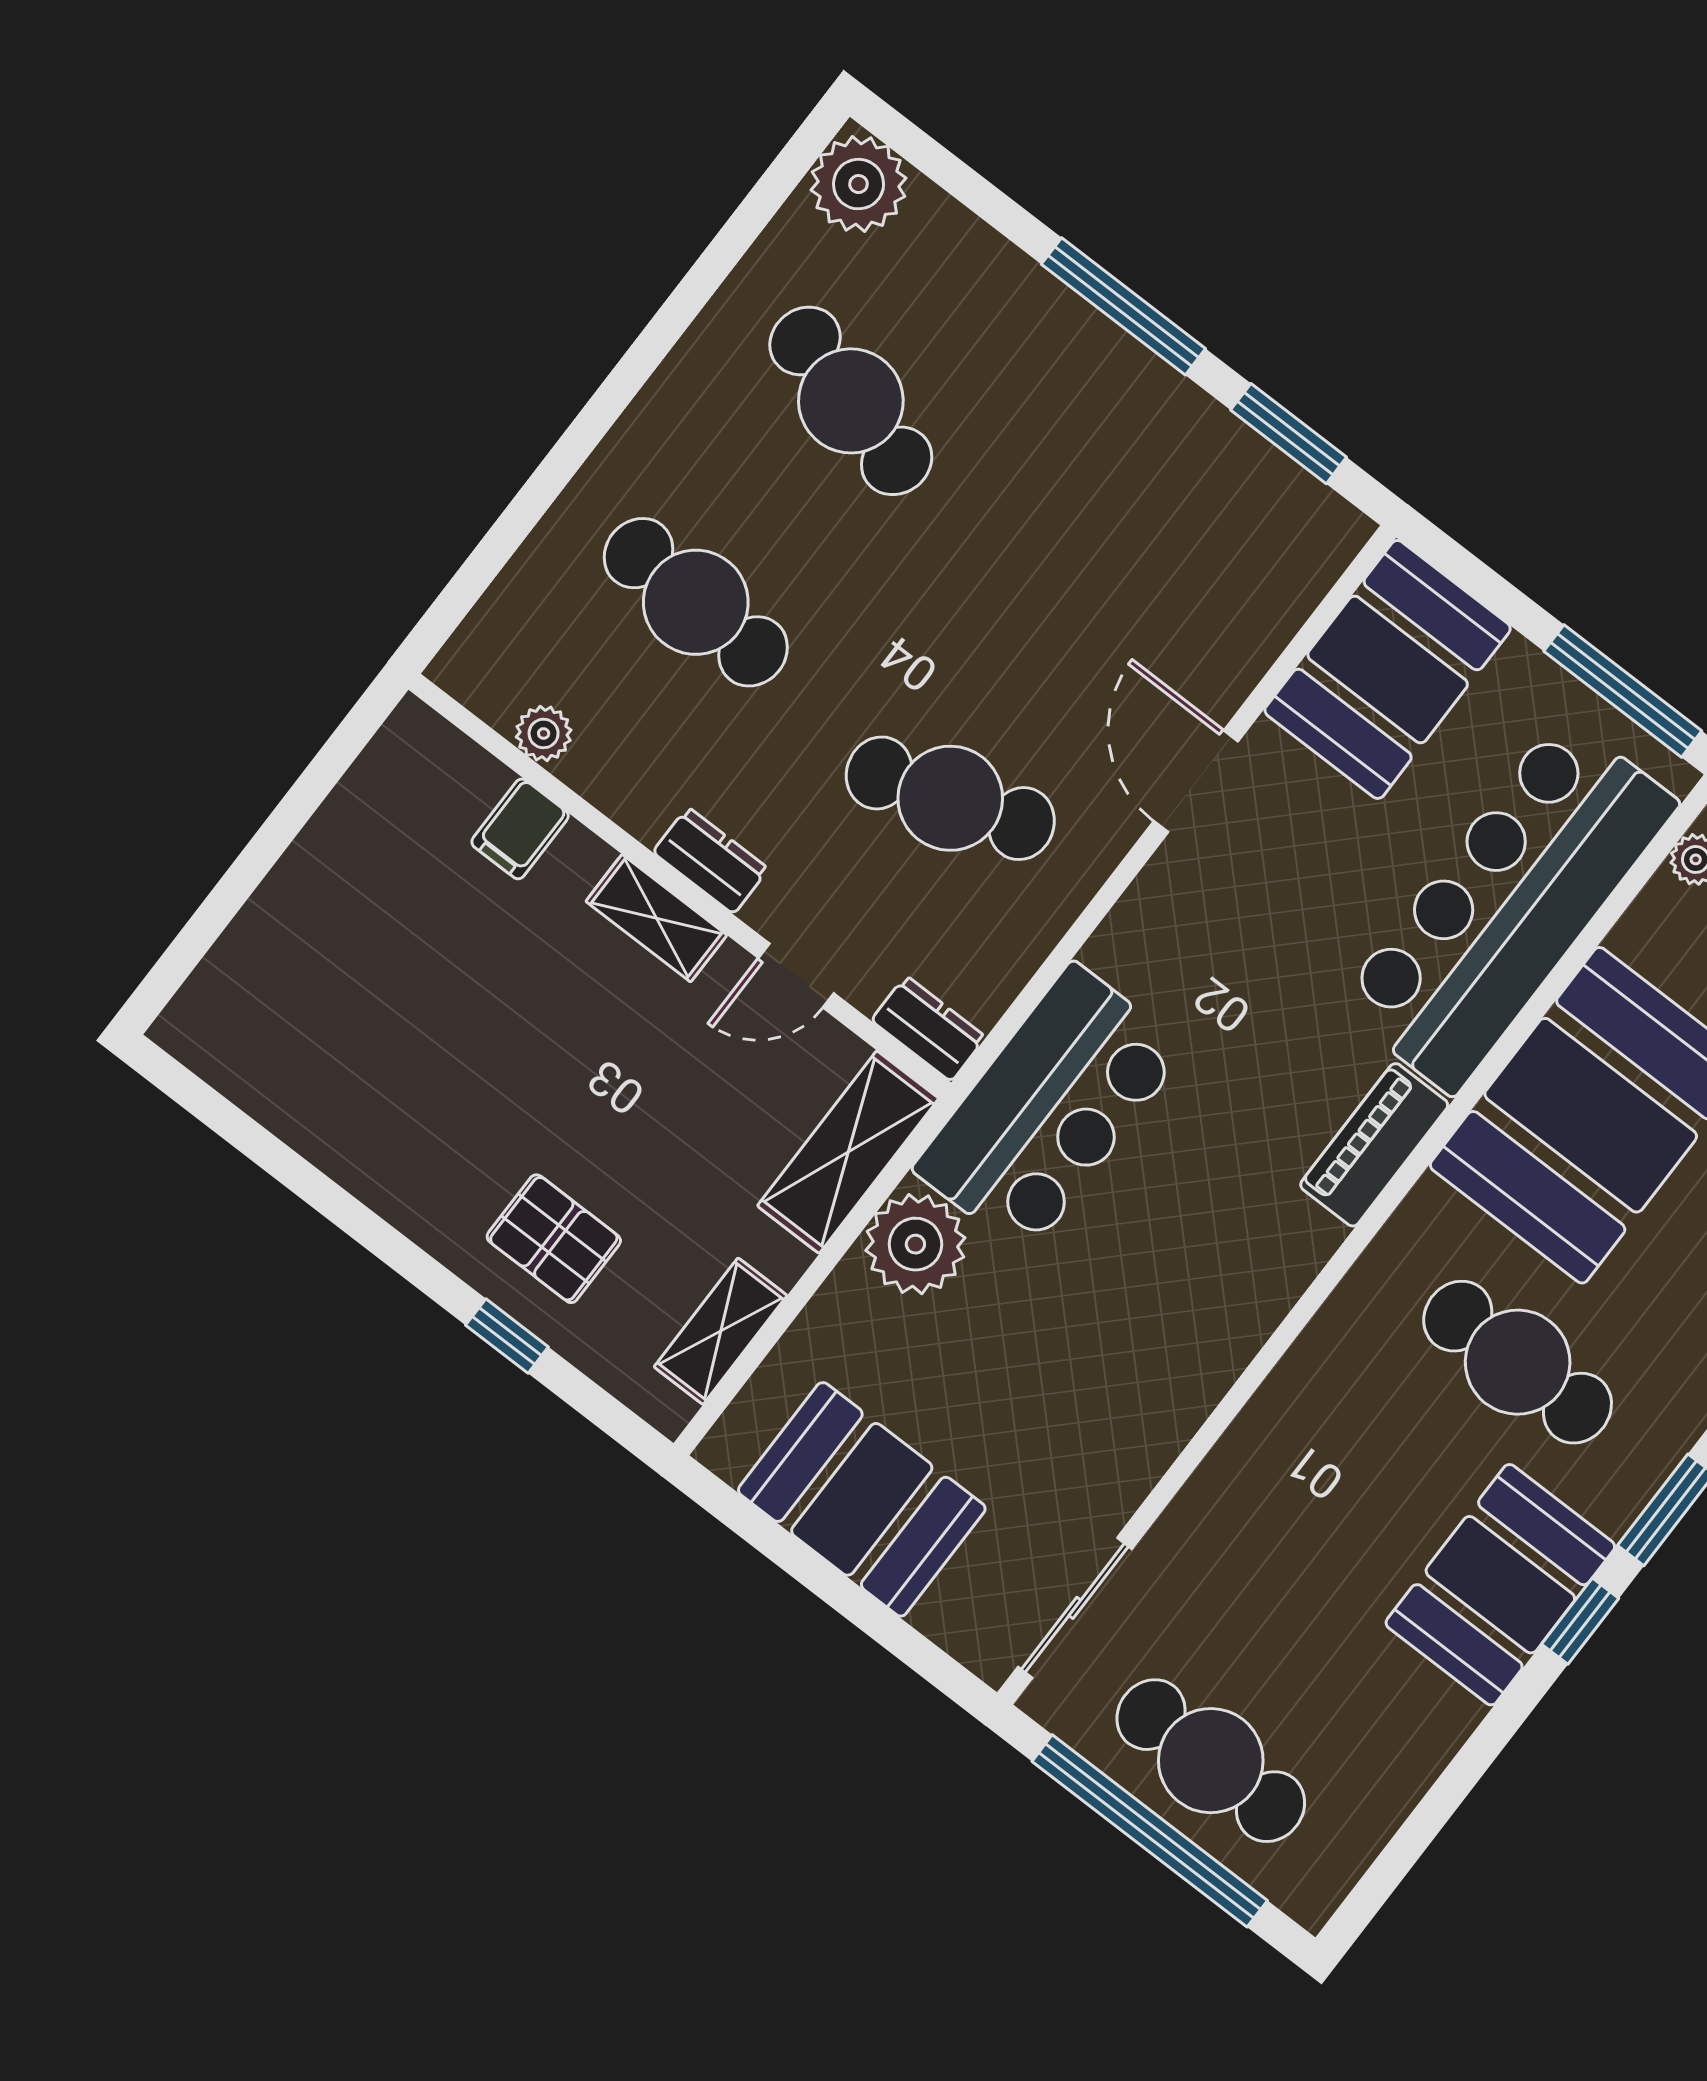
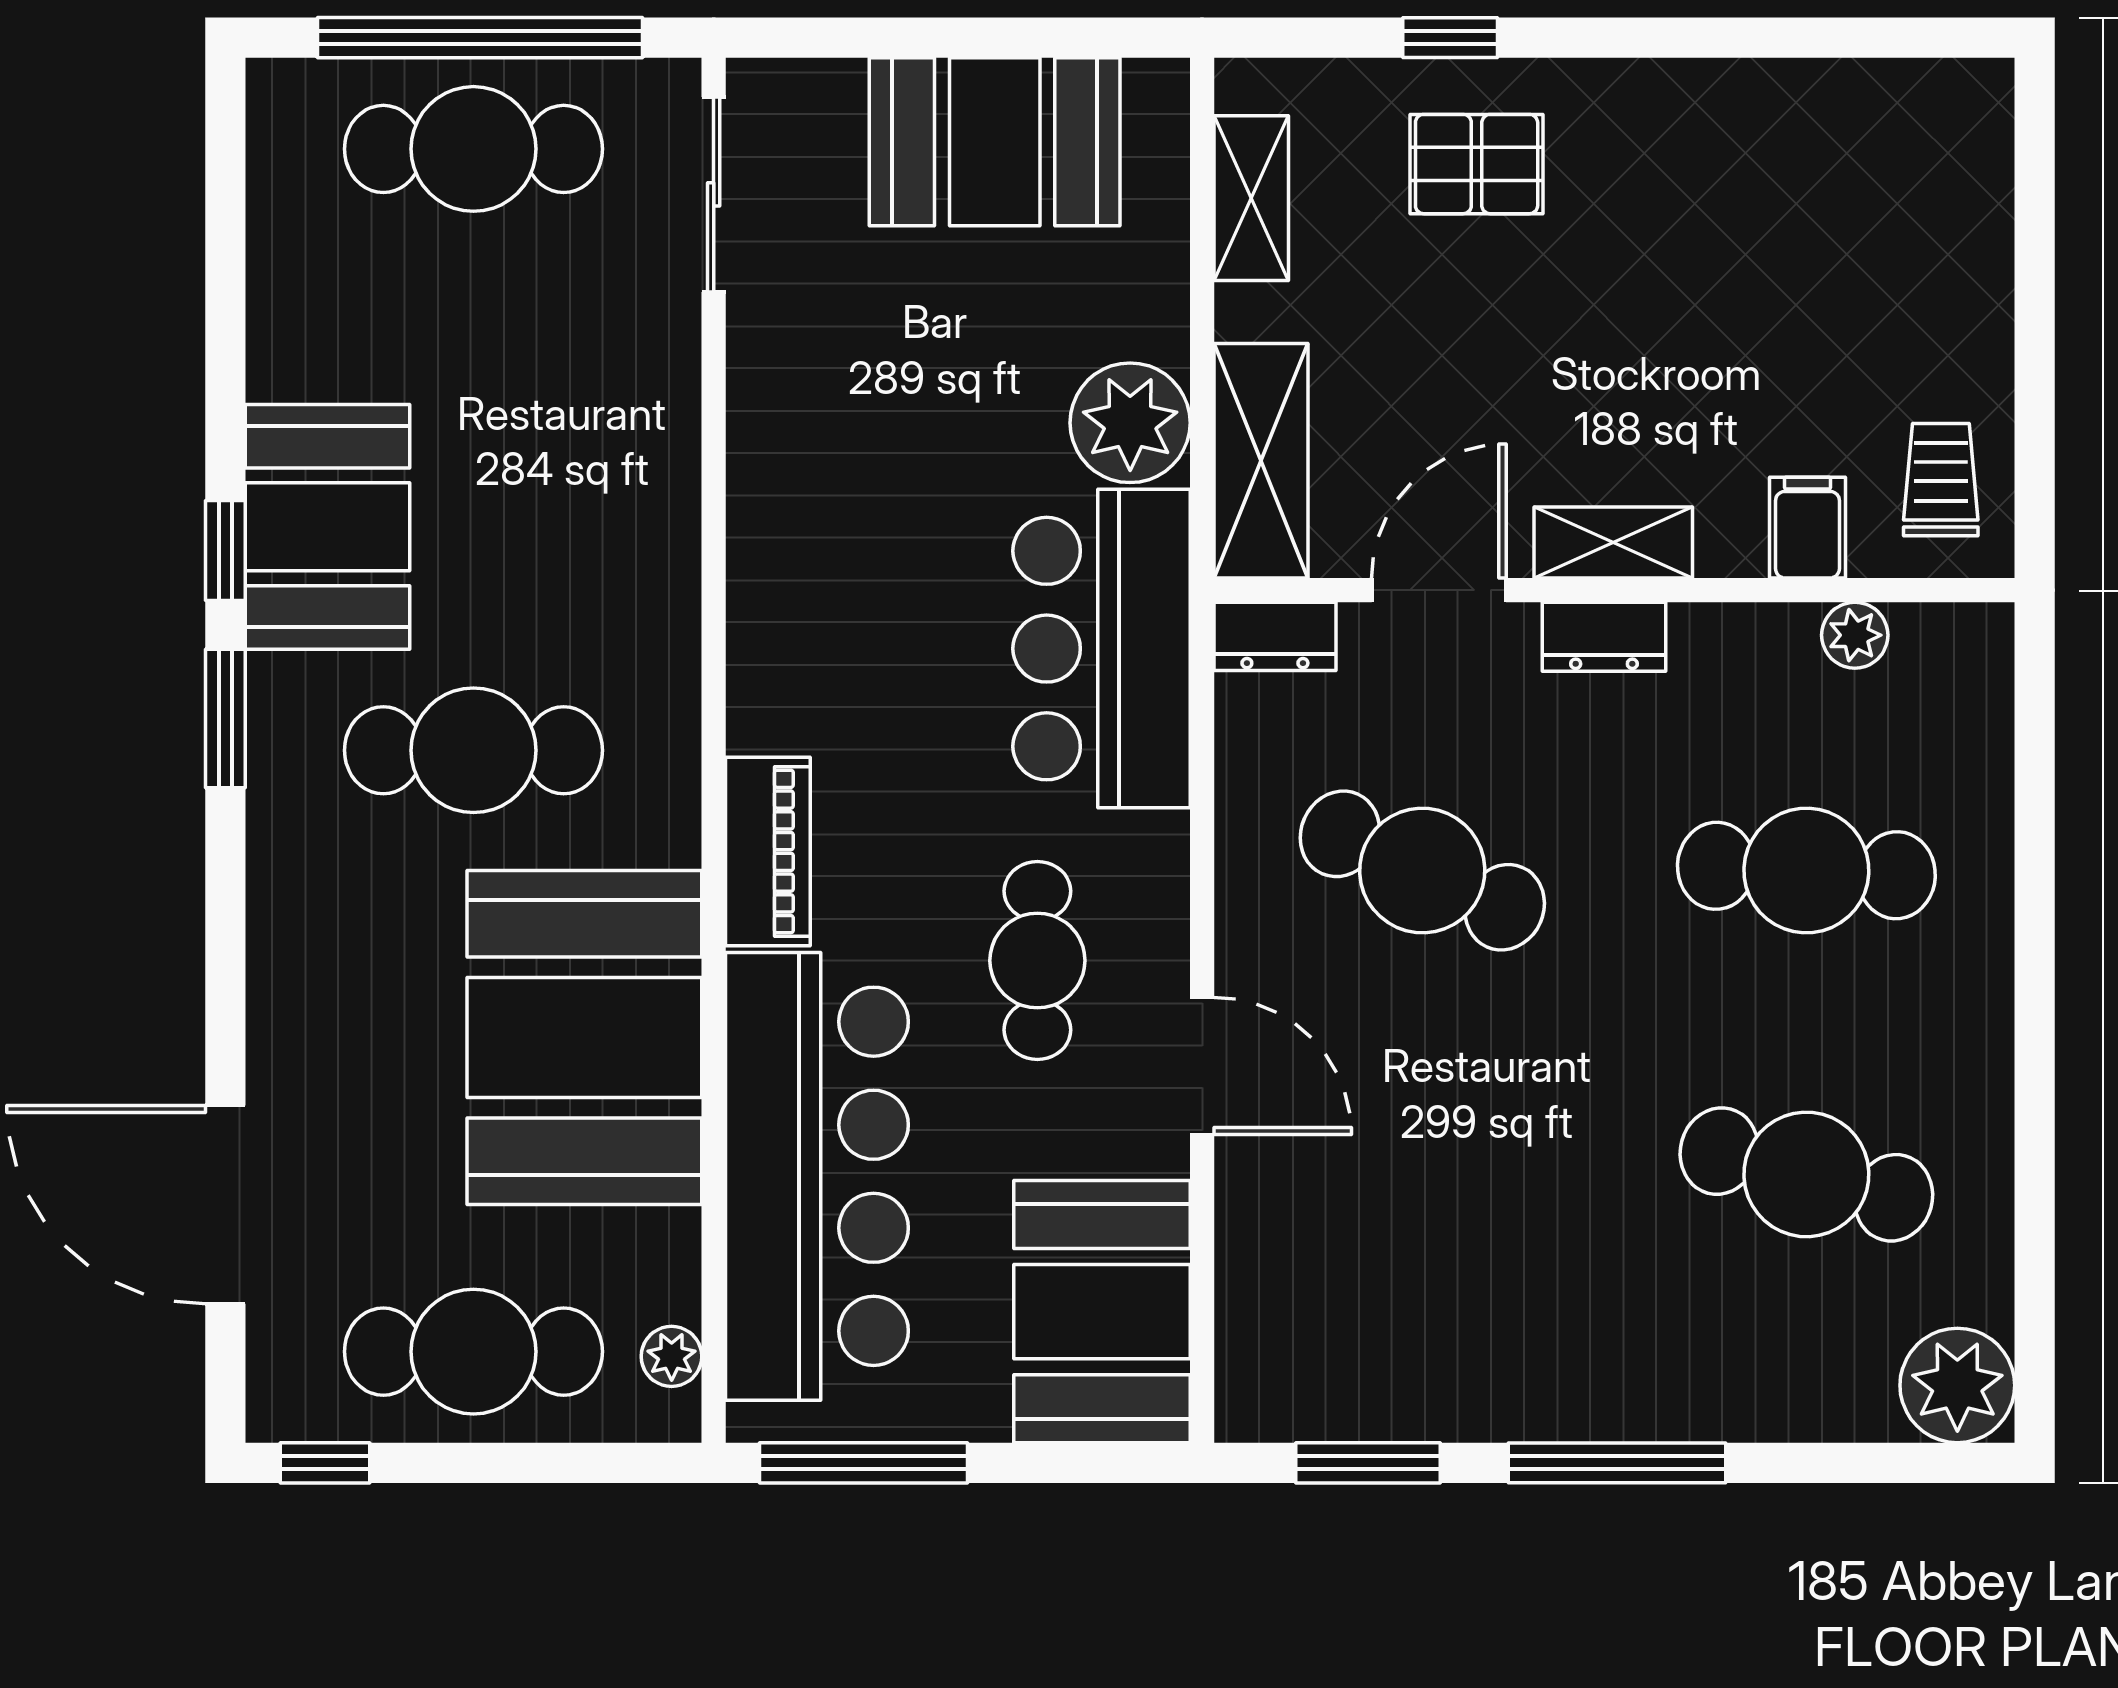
trolley: (407, 793) -> (1941, 480), added
cafe table: (950, 798) -> (1422, 871), turned 42
cafe table: (1251, 935) -> (1037, 961), added
door: (796, 976) -> (1439, 590), width x1.37

